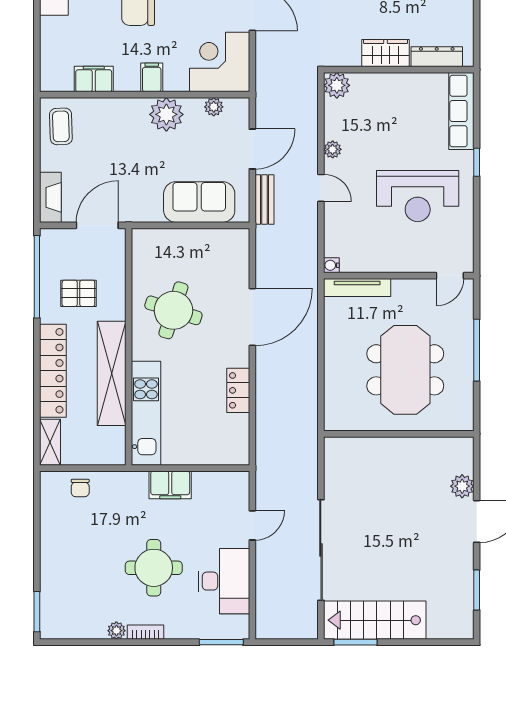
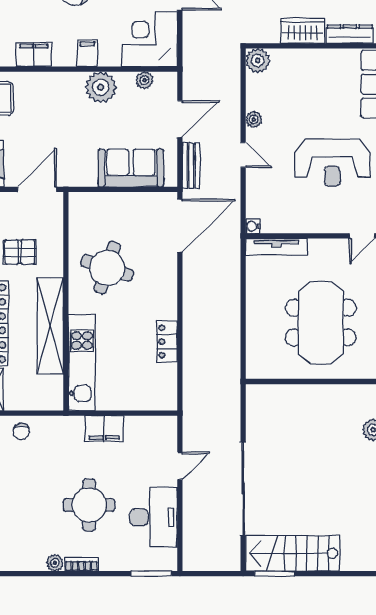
door: (252, 317) -> (180, 226), moved

